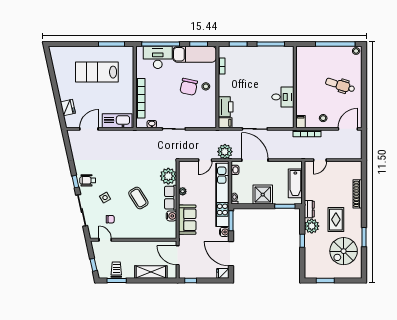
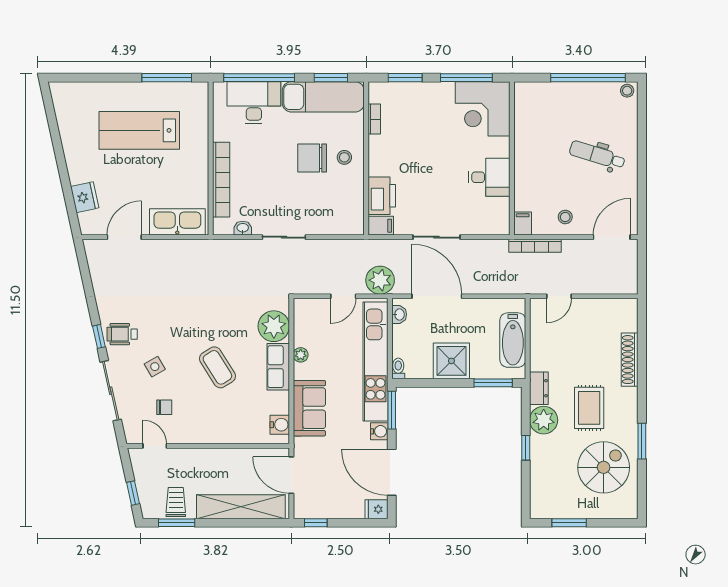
corner desk: (279, 61) -> (483, 109), added
chair: (189, 87) -> (312, 158), turned 78
water cooler: (172, 216) -> (280, 425), moved
spiral stairs: (344, 251) -> (604, 467), turned 180
shelving: (151, 272) -> (241, 507), width x1.47

